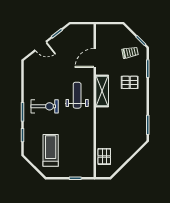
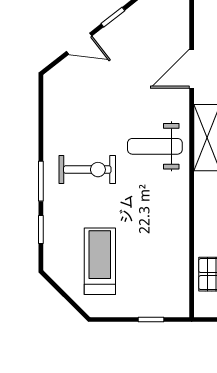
weight bench: (77, 95) -> (155, 146), turned -90

